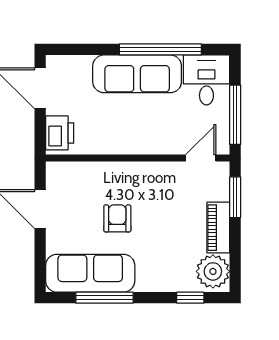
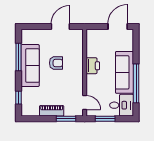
window: (235, 115) -> (105, 119), width x0.69
printer: (60, 133) -> (93, 66), moved, turned -90
plant: (213, 271) -> (31, 108), removed
sofa: (90, 273) -> (30, 66), moved

